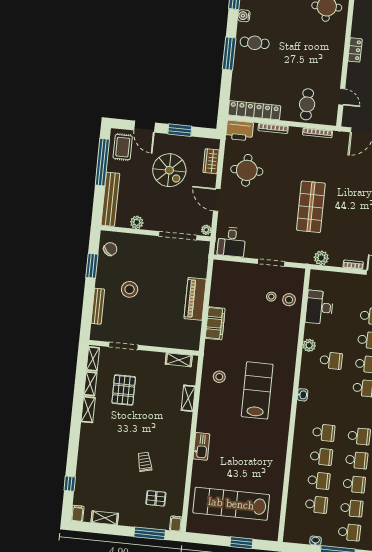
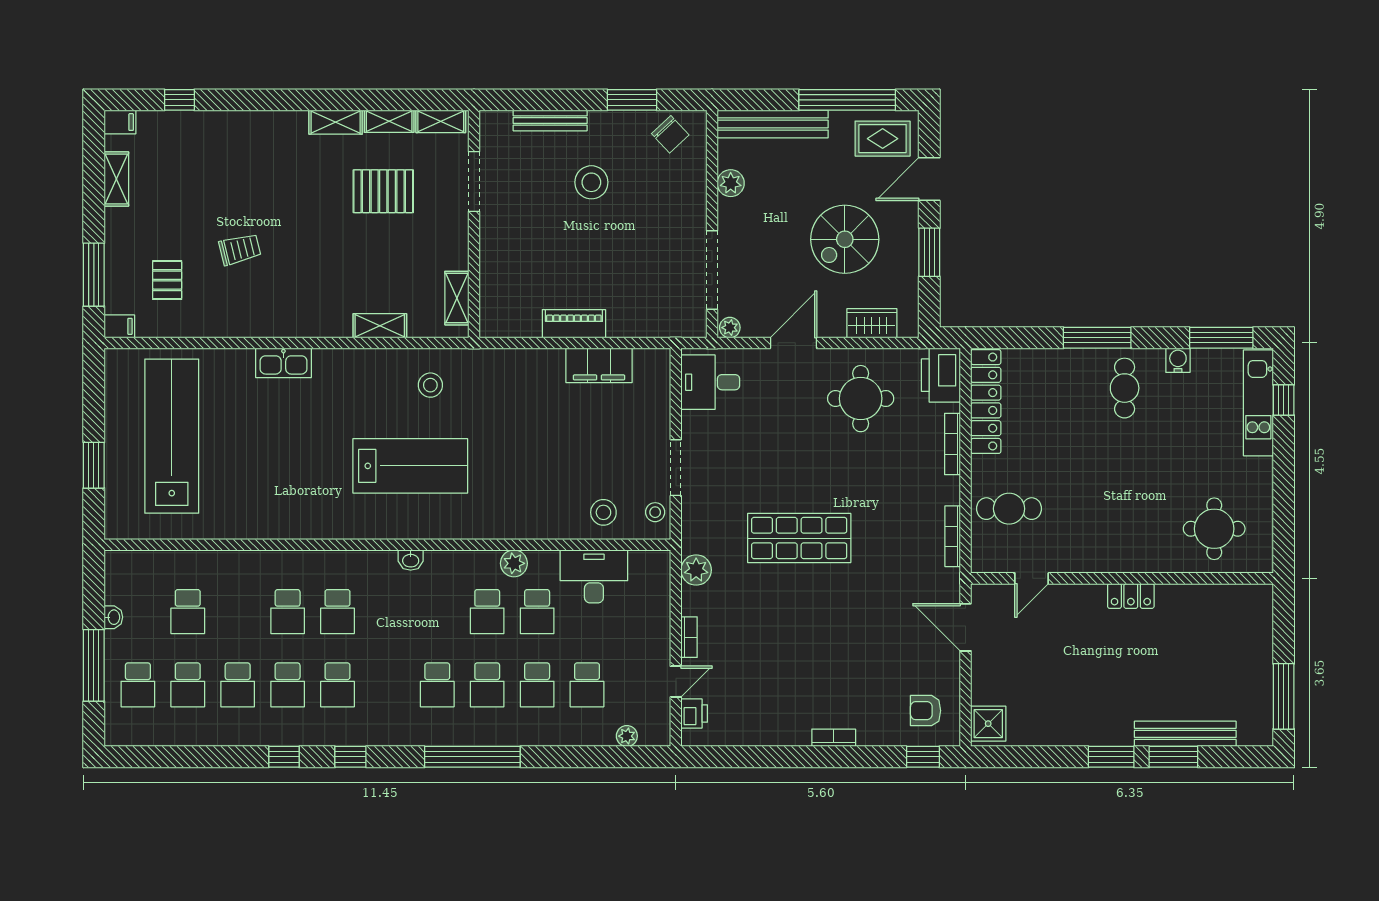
stool: (271, 297) -> (655, 512), moved
piano: (195, 299) -> (574, 324), width x0.73, depth x0.75
filing cabinet: (215, 323) -> (599, 365), moved
school desk: (319, 481) -> (537, 612), moved

